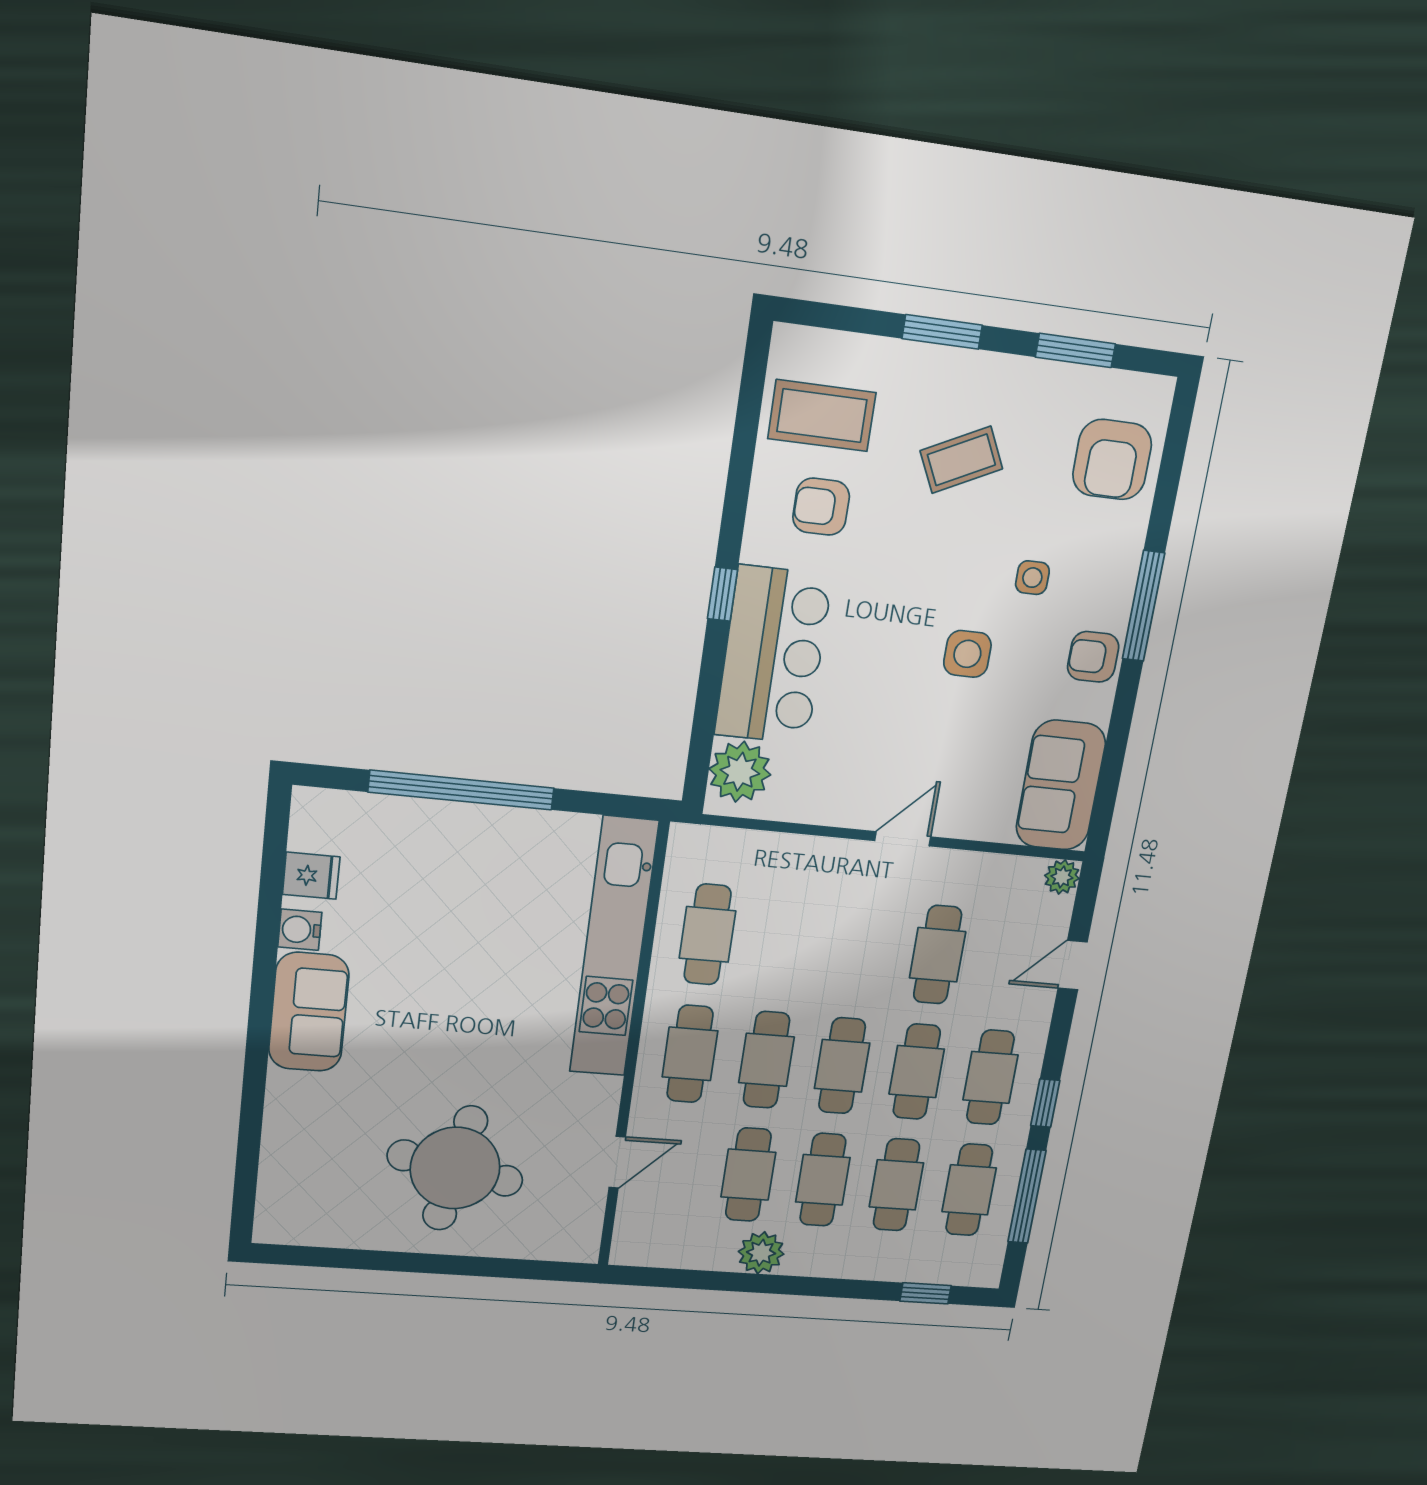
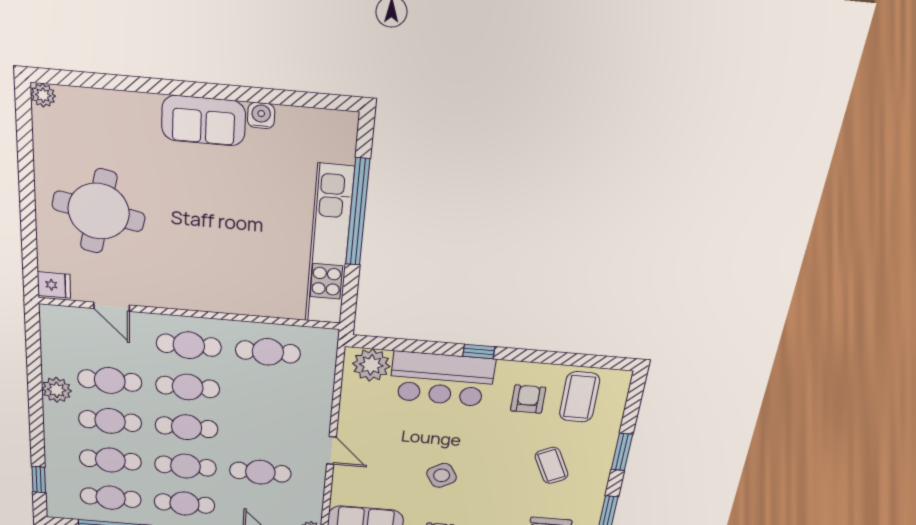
side table: (1032, 578) -> (485, 503), removed
side table: (967, 654) -> (442, 475), turned -31
fridge: (311, 876) -> (54, 285), moved, turned -90
kitchen unit: (614, 948) -> (329, 246), moved, turned -90
plant: (271, 1228) -> (43, 95), added

